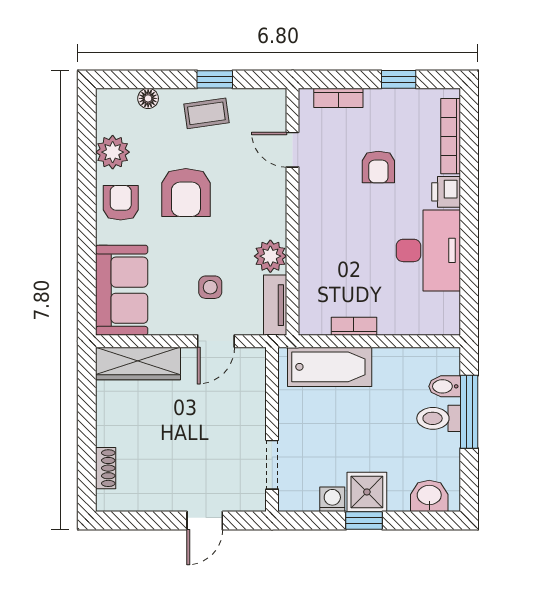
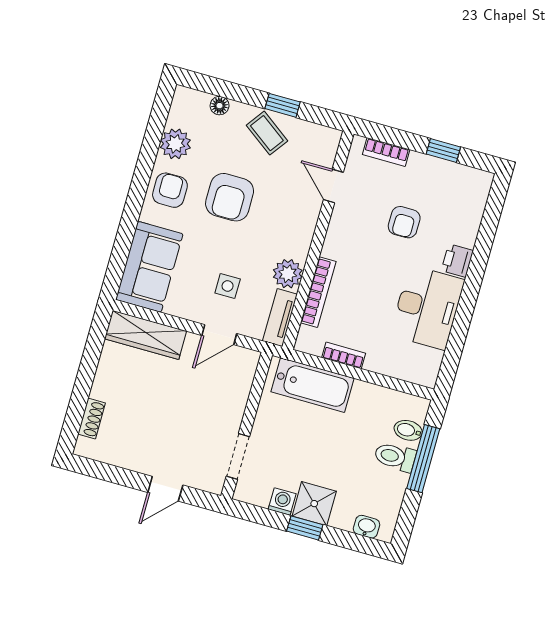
coffee table: (206, 113) -> (267, 133), turned 44
bookcase: (451, 136) -> (318, 292), moved, turned 180
washbasin: (429, 496) -> (367, 527), width x0.72, depth x0.69

